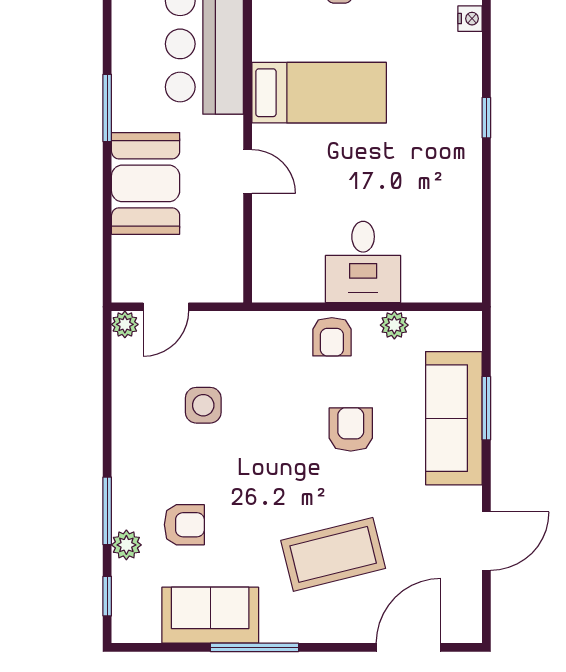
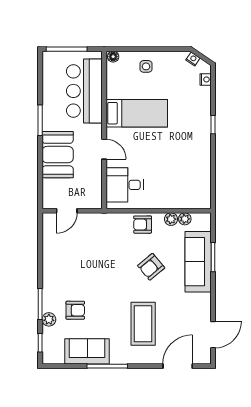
desk: (363, 262) -> (125, 185), moved, turned 90
plant: (125, 324) -> (185, 219), moved
armchair: (332, 337) -> (143, 225), turned 90
side table: (203, 405) -> (84, 256), removed
armchair: (351, 429) -> (151, 267), turned -130
door: (486, 541) -> (213, 335), moved
coffee table: (333, 554) -> (143, 324), turned -76

